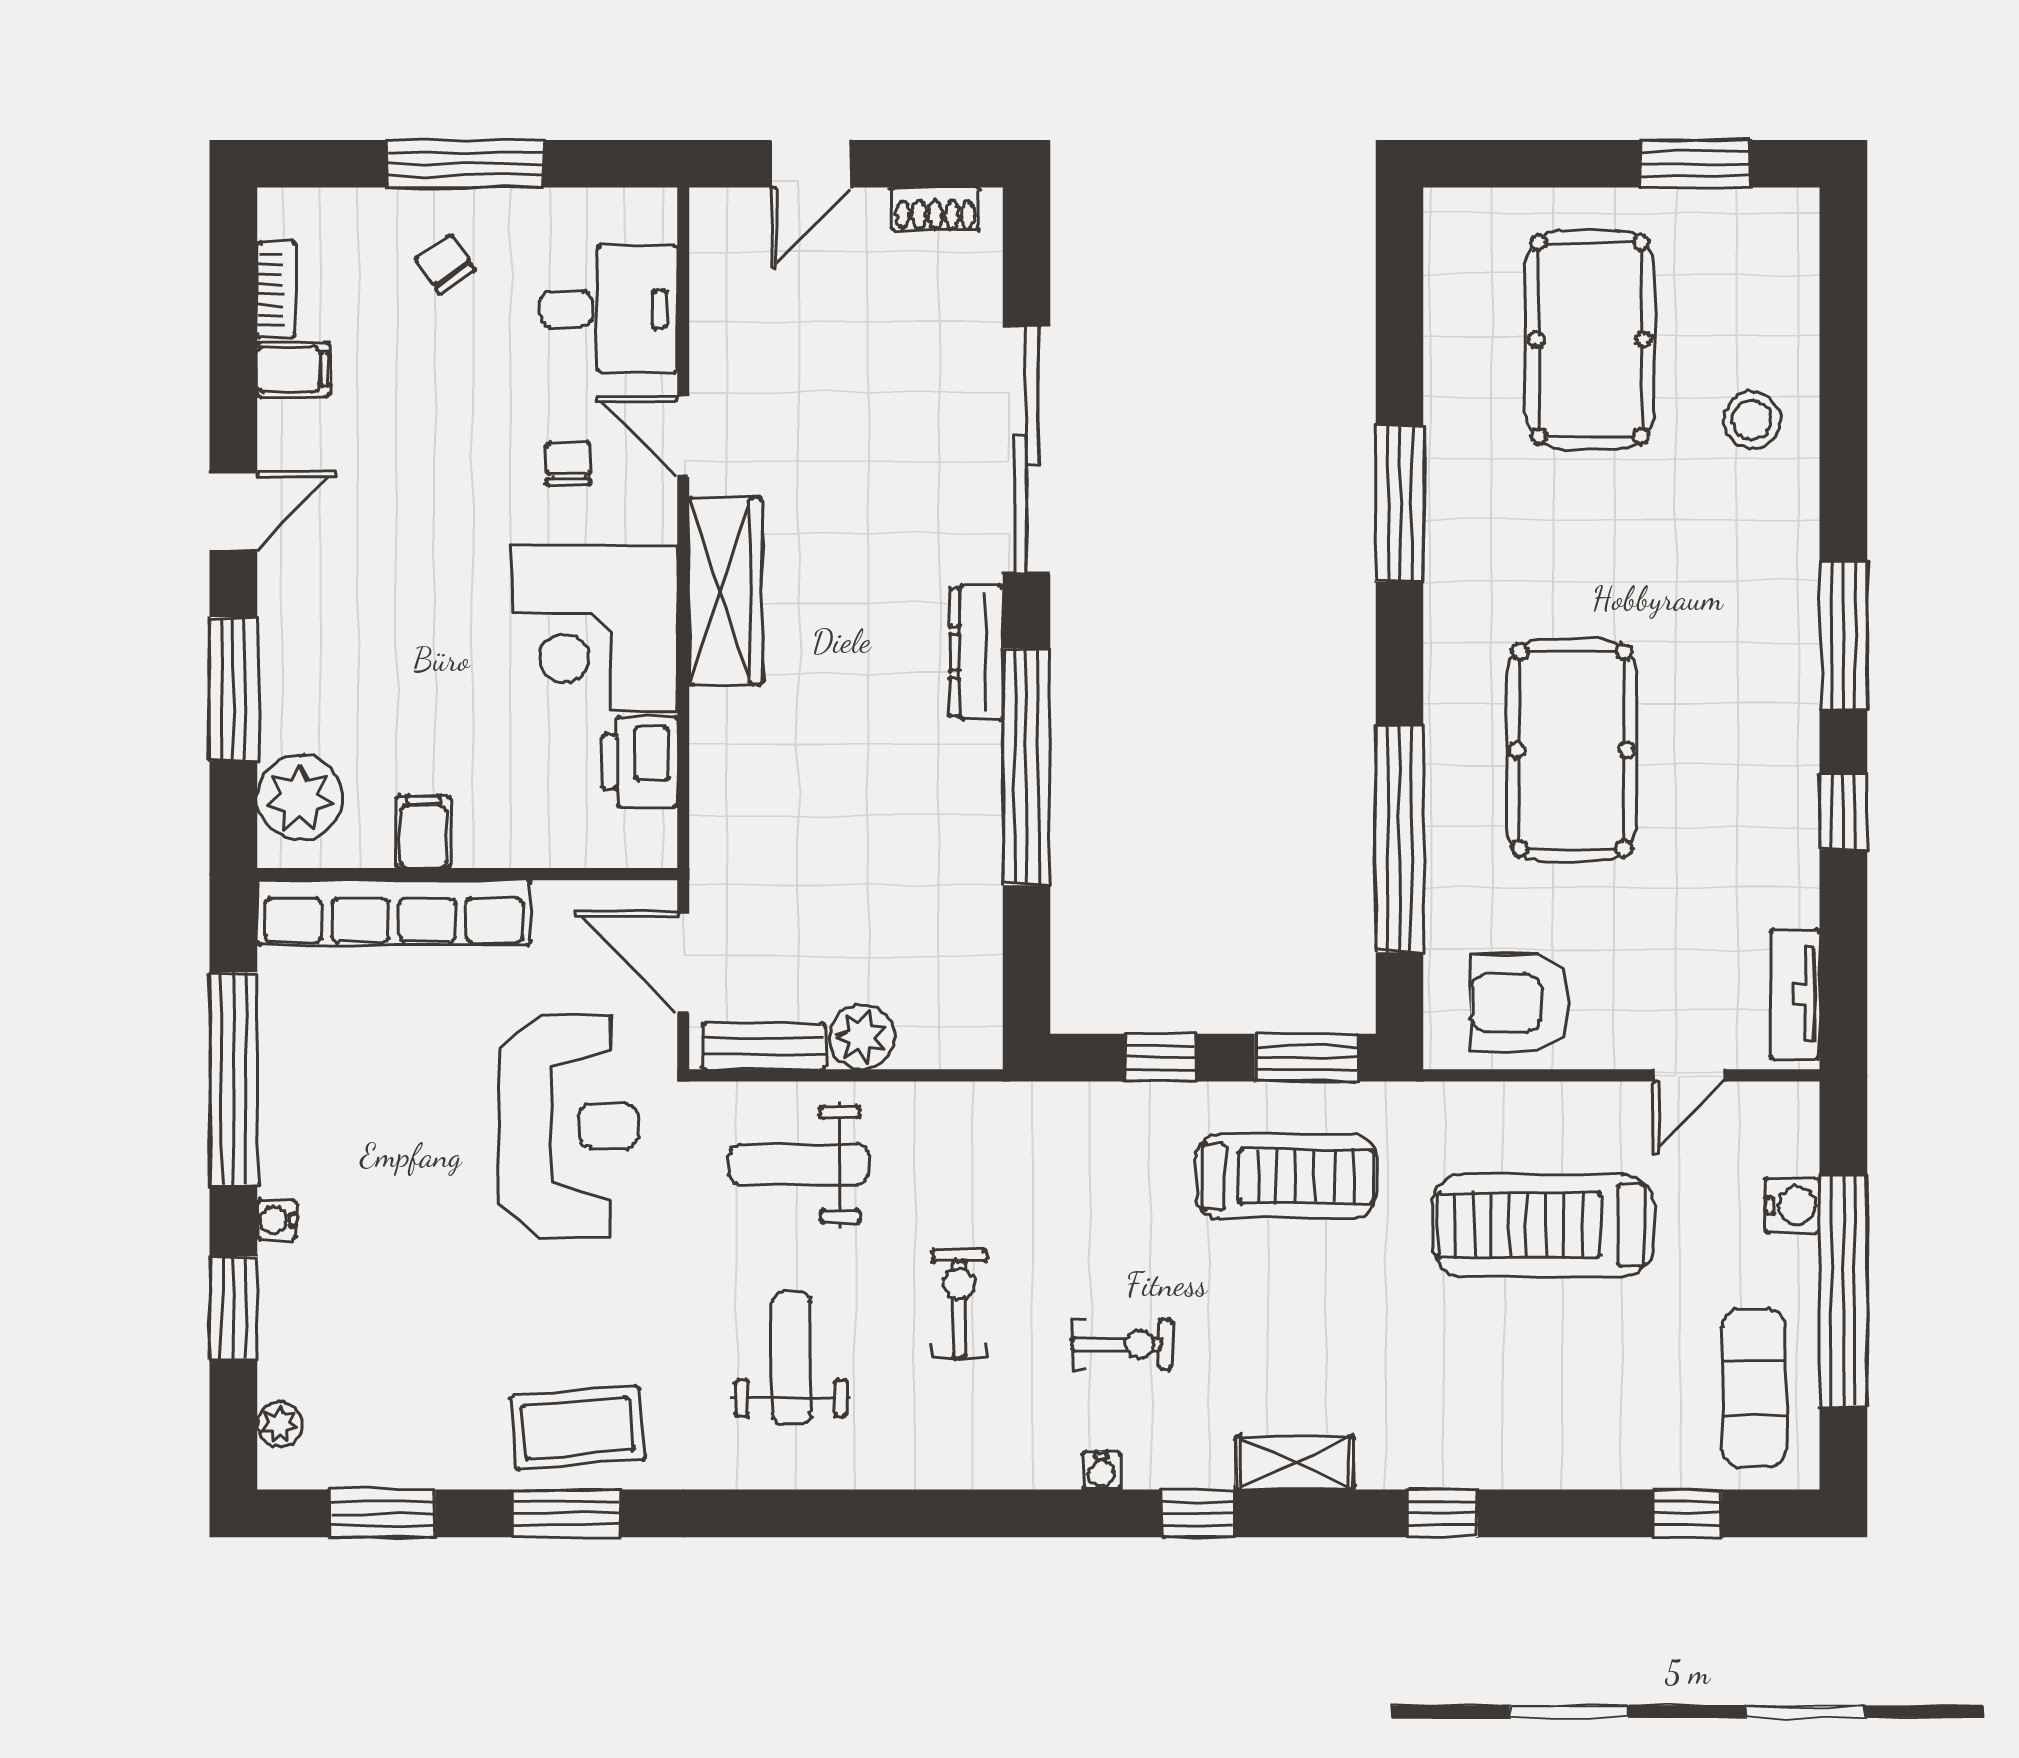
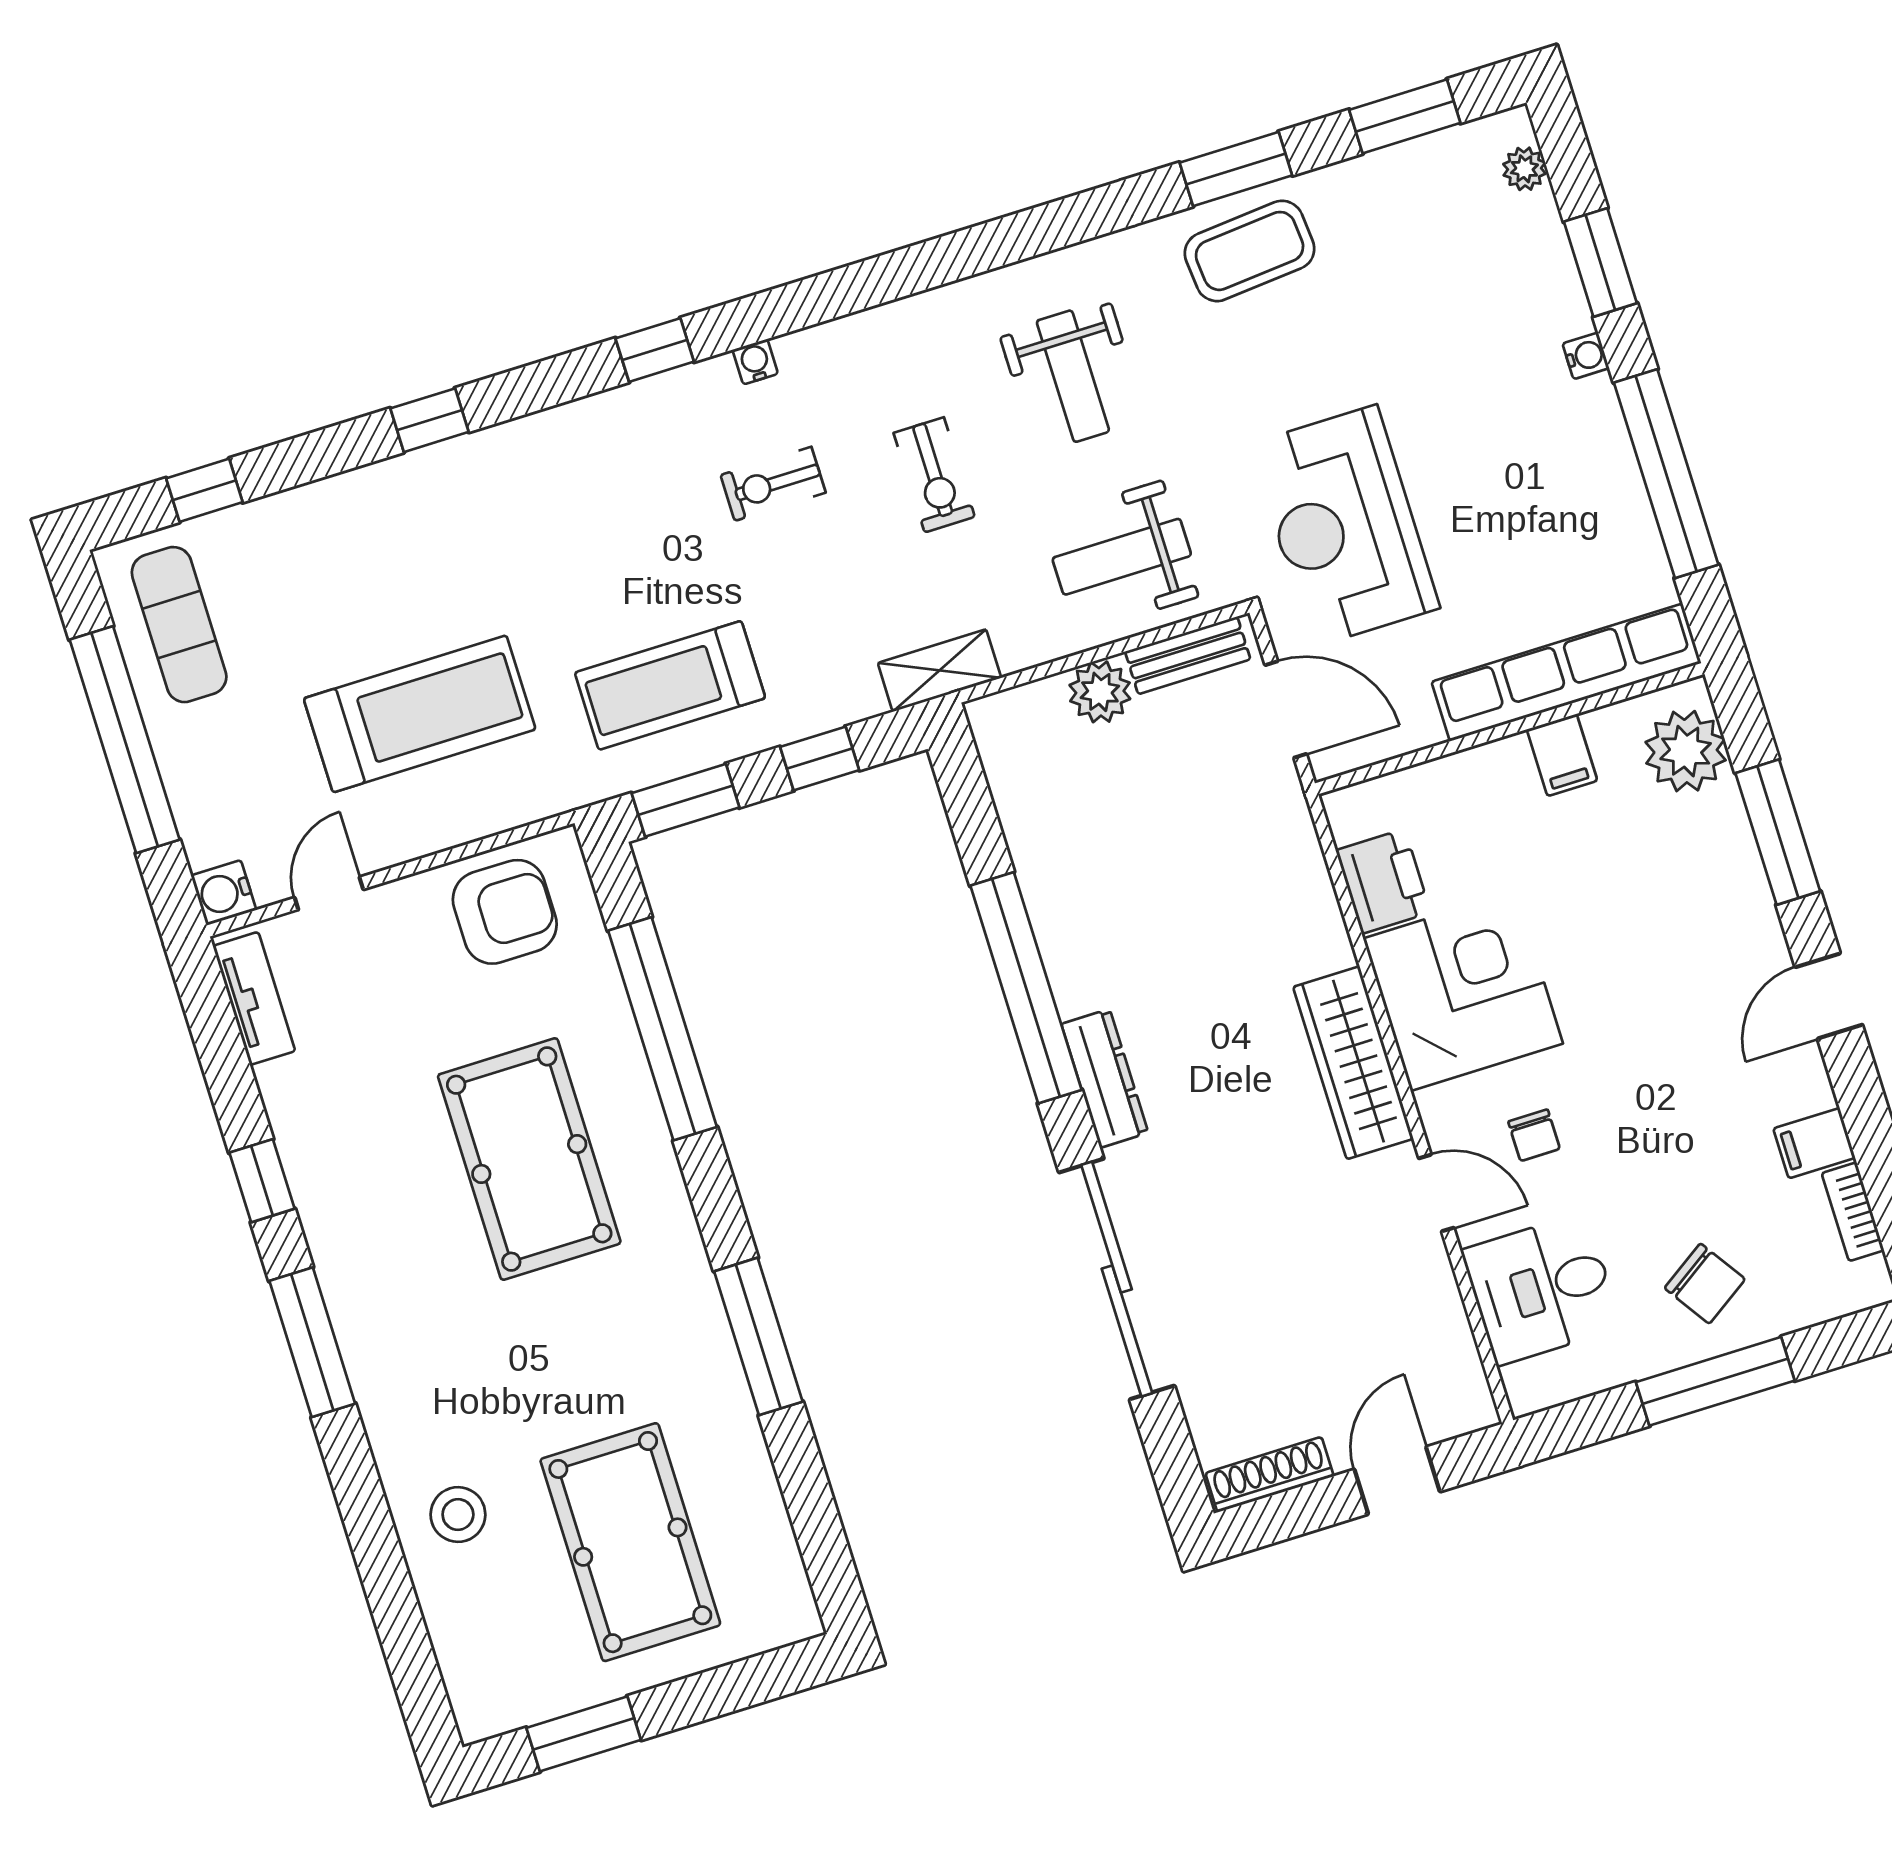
shoe rack: (935, 209) -> (1270, 1475), width x1.43
chair: (445, 264) -> (1705, 1284), width x1.37, depth x1.37
weight bench: (799, 1164) -> (1122, 557), turned 180
water cooler: (1792, 1205) -> (224, 893), moved
shelving: (1294, 1463) -> (939, 670), moved

